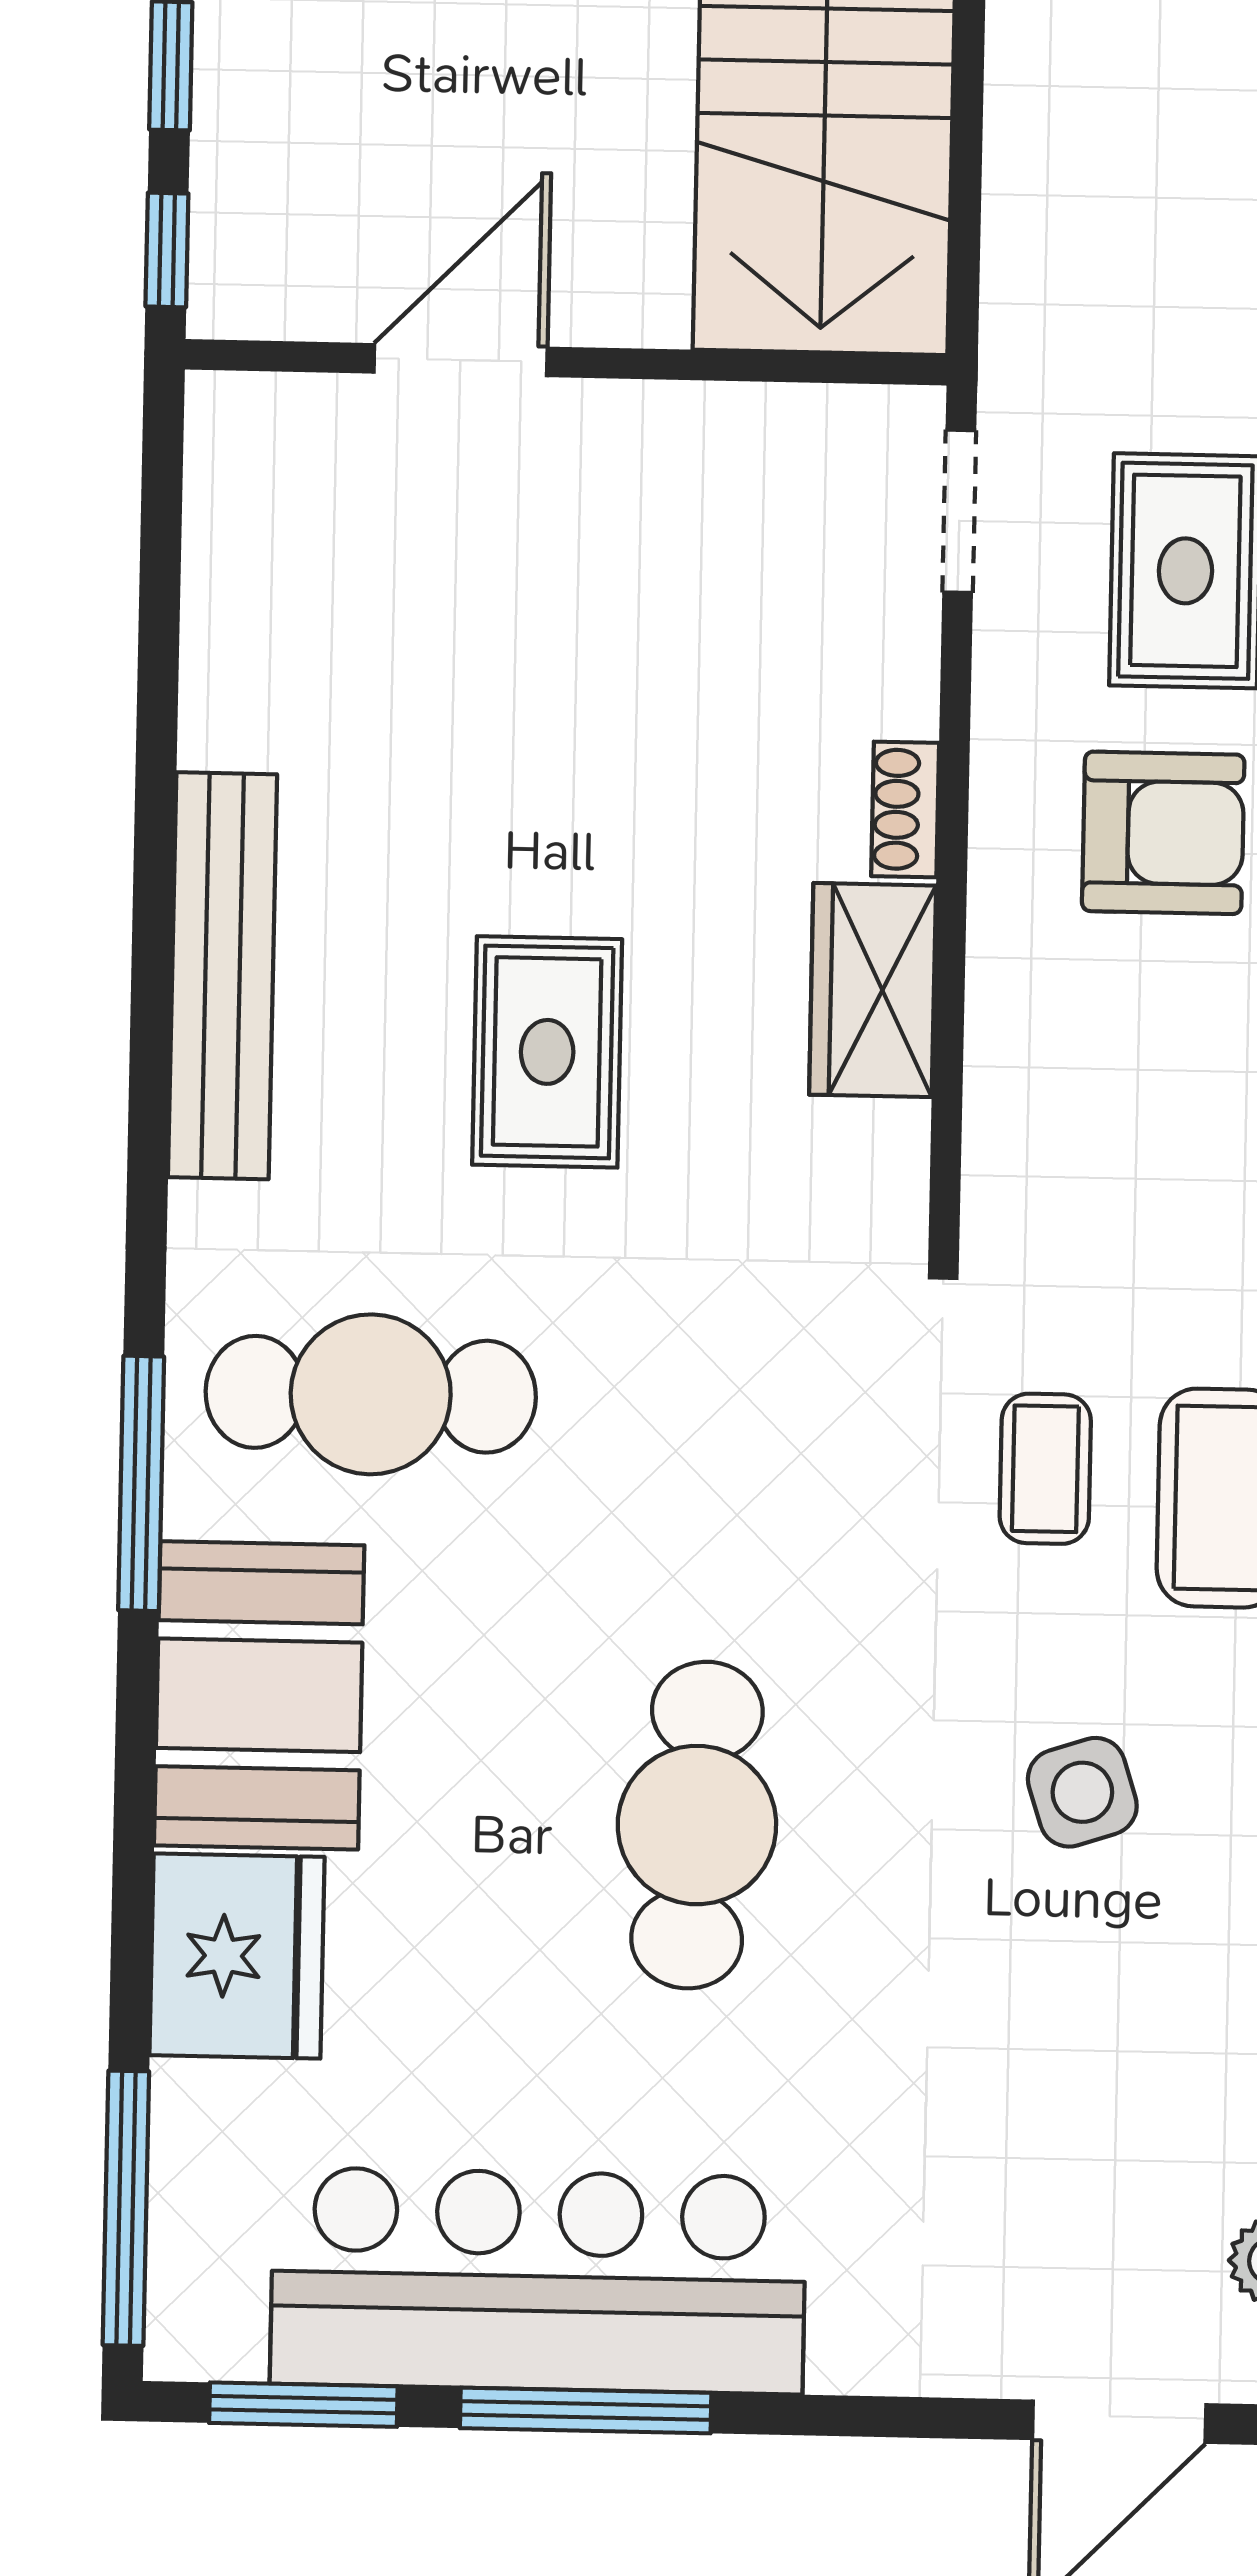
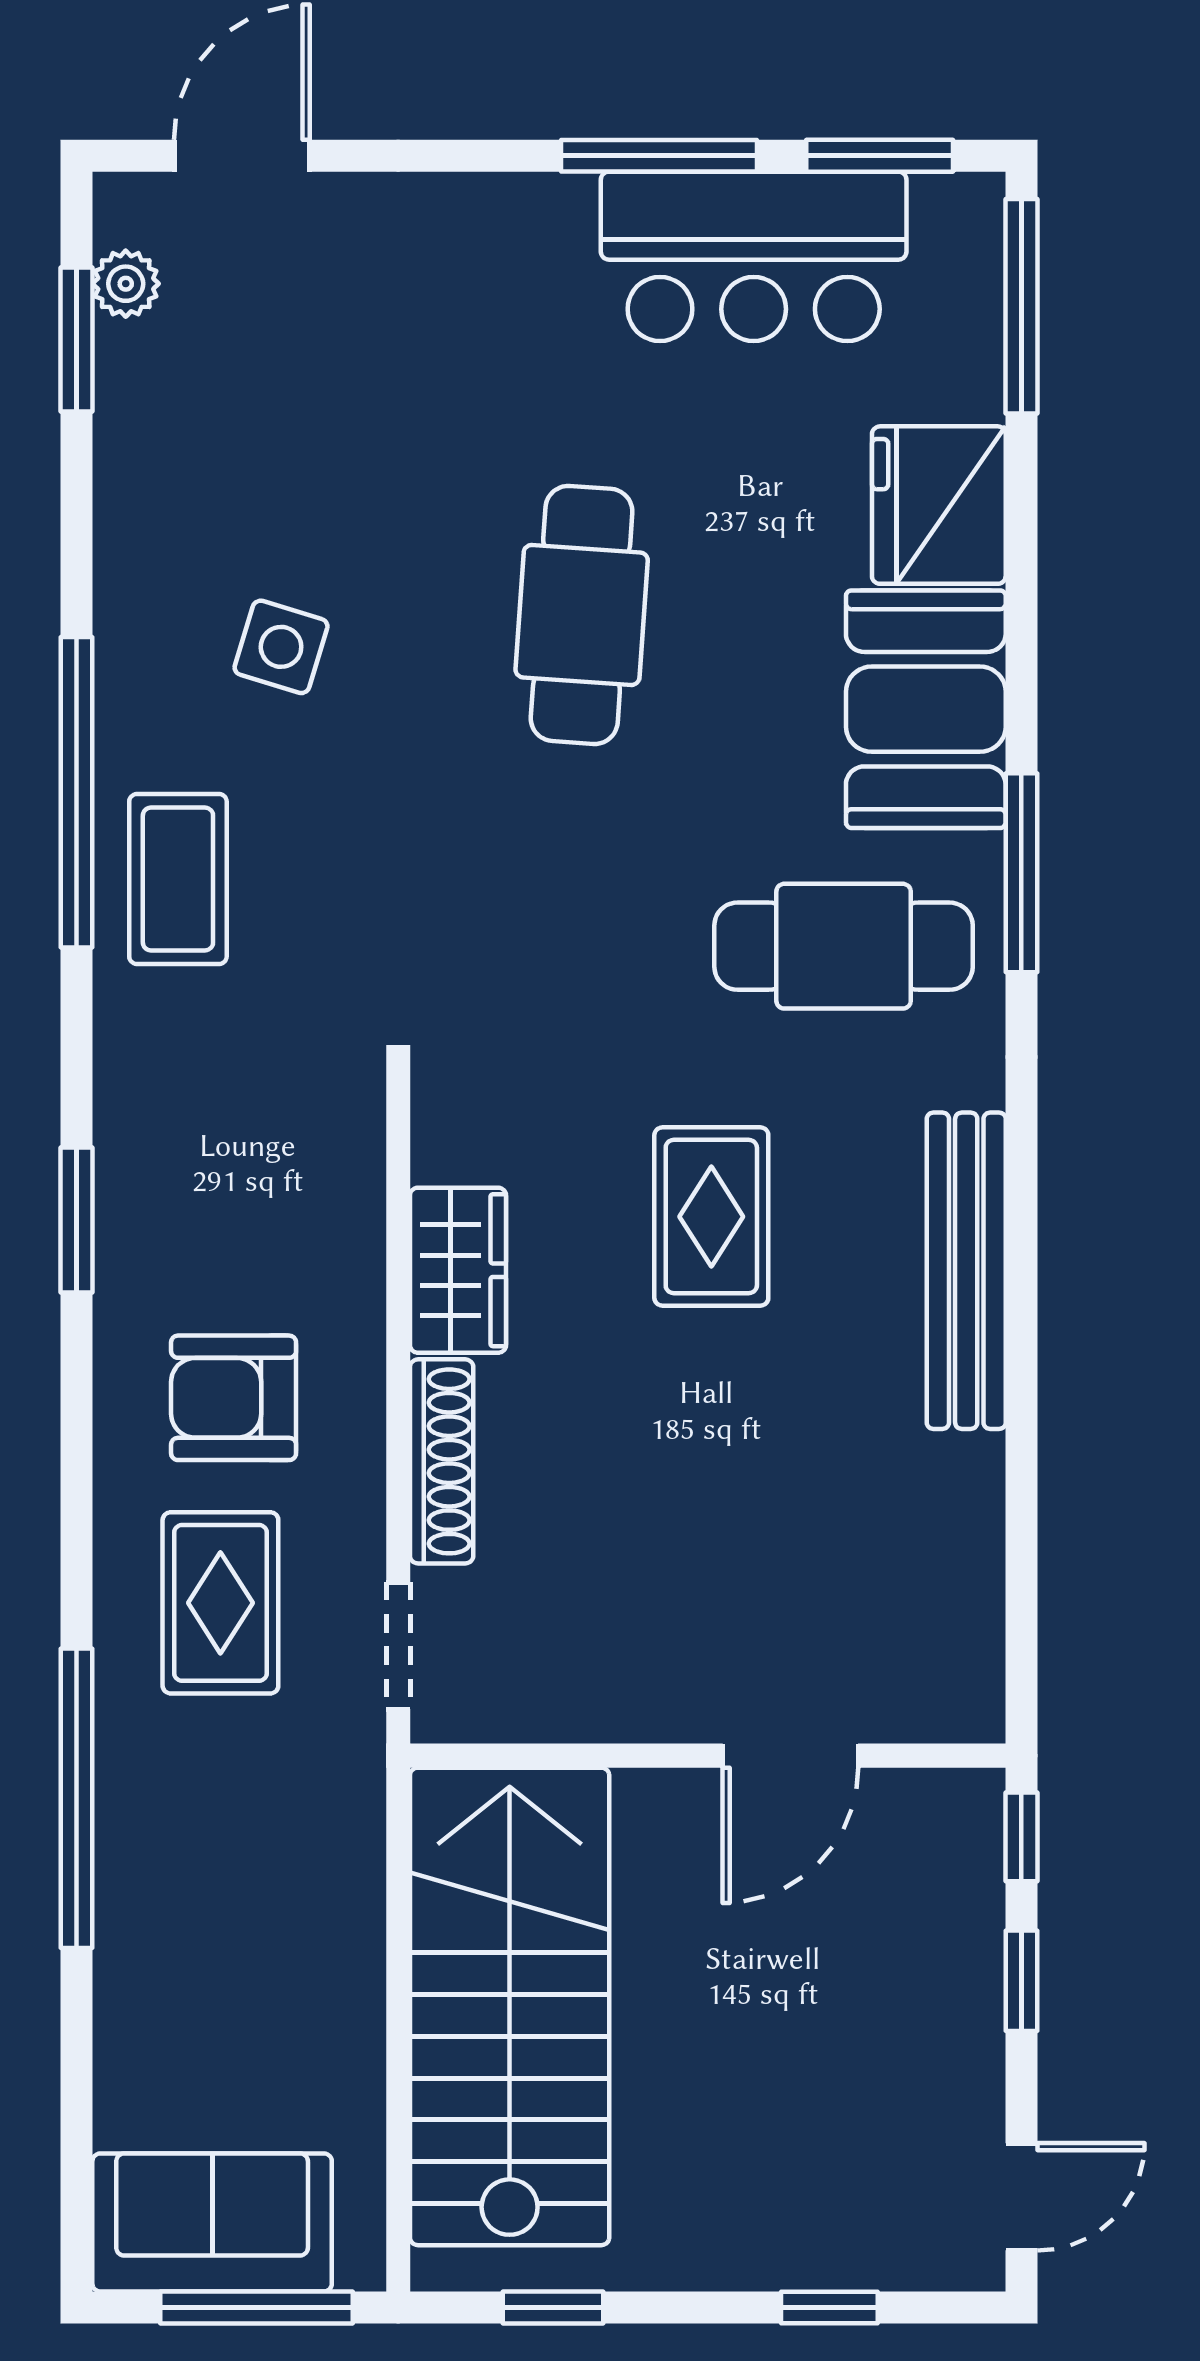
shoe rack: (905, 809) -> (442, 1461), width x1.94, depth x1.24
coffee table: (1045, 1469) -> (315, 899), removed
side table: (1082, 1792) -> (281, 647), turned 35
bar counter: (538, 2281) -> (754, 256), width x0.73

